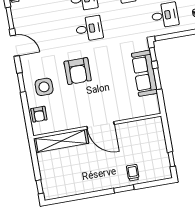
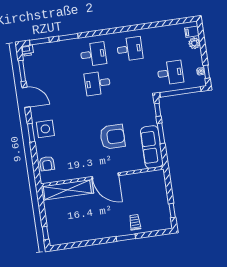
desk: (89, 29) -> (97, 83), turned 180
armchair: (78, 71) -> (112, 137), moved, turned -90
sofa: (144, 73) -> (152, 147), moved
side table: (44, 87) -> (45, 129), moved

